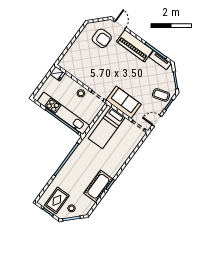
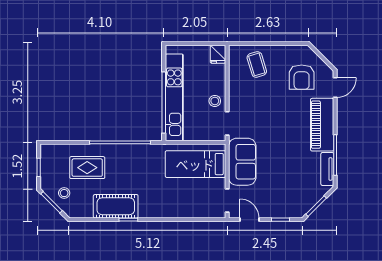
coffee table: (161, 95) -> (257, 64), moved
rug: (57, 200) -> (87, 168), moved

